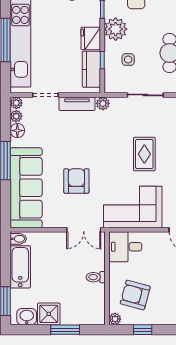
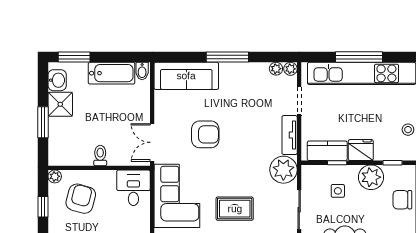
plant: (103, 103) -> (283, 170), width x1.88, depth x1.88
floor lamp: (17, 131) -> (260, 70), removed
sofa: (26, 188) -> (186, 76), width x0.74, depth x0.79

